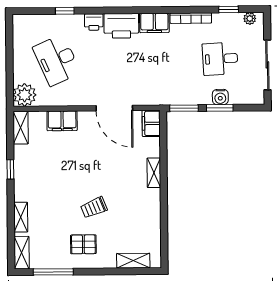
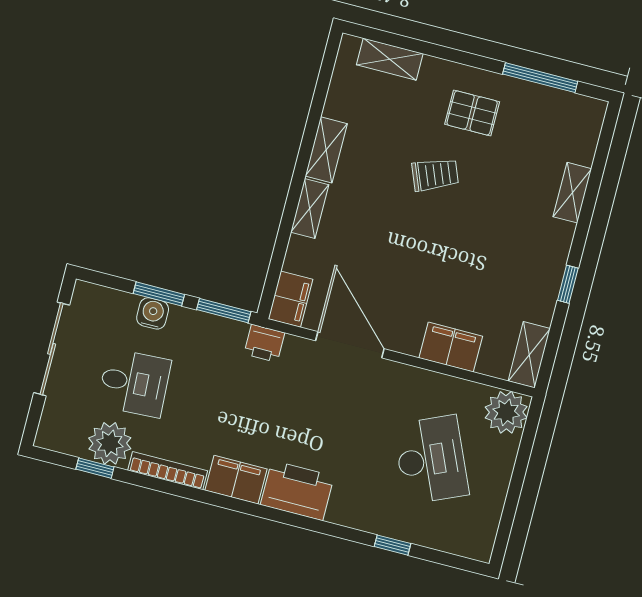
plant: (250, 19) -> (110, 443), moved, width x1.88, depth x1.88
printer: (94, 22) -> (264, 343), moved, turned 180
shelving: (22, 253) -> (326, 150), moved

